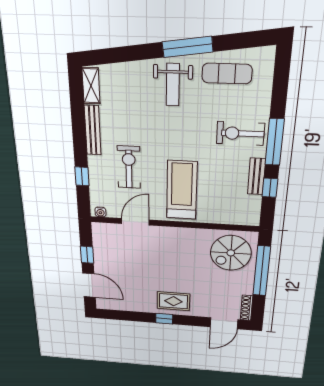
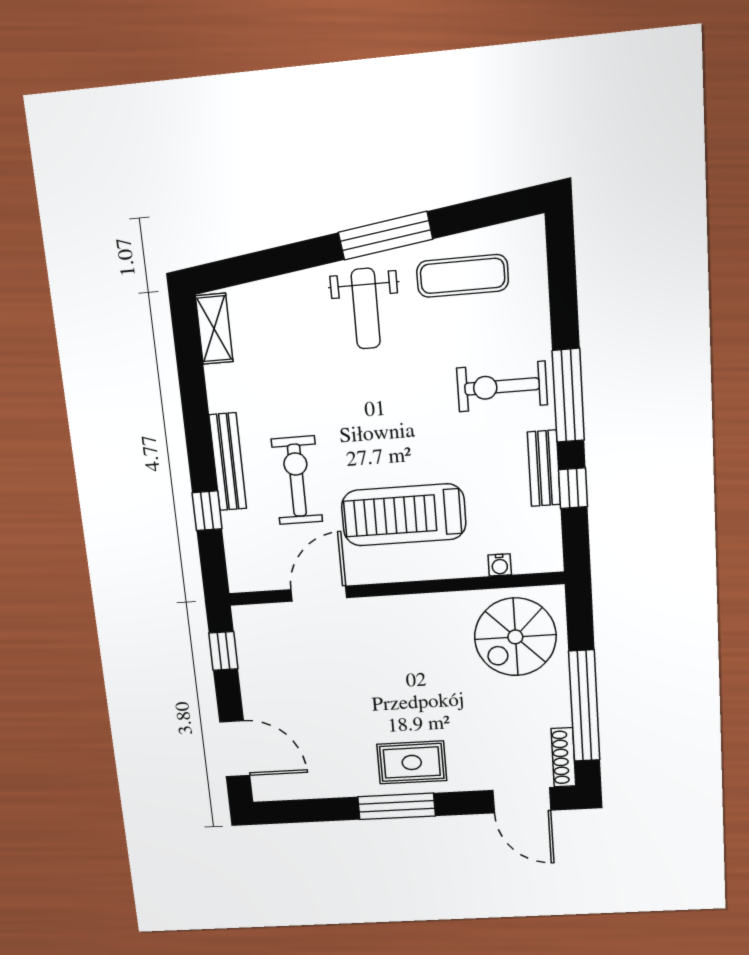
bench: (93, 130) -> (228, 462), moved
treadmill: (182, 190) -> (404, 515), turned -90
water cooler: (100, 212) -> (500, 565), moved
window: (87, 255) -> (223, 651), moved
window: (262, 271) -> (584, 706), moved
window: (164, 319) -> (396, 806), width x2.17
door: (224, 323) -> (522, 800), hinge flipped

